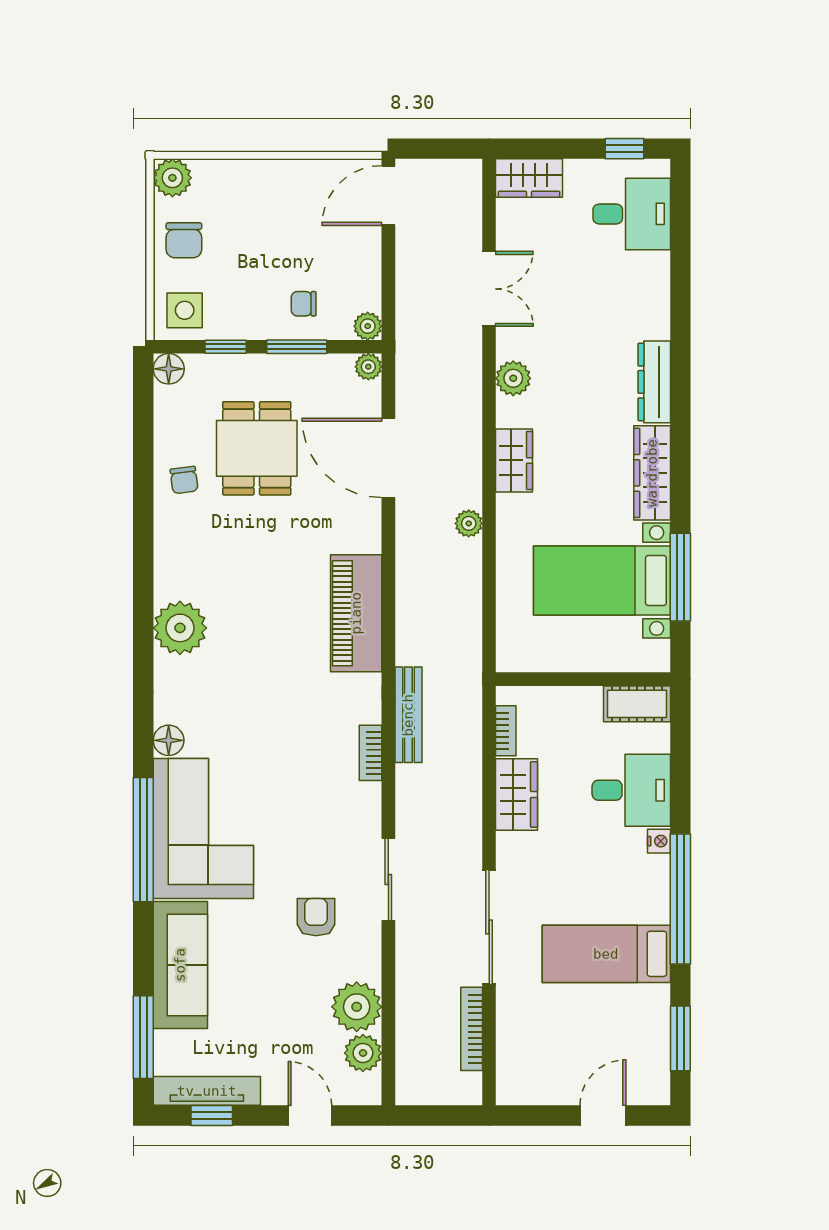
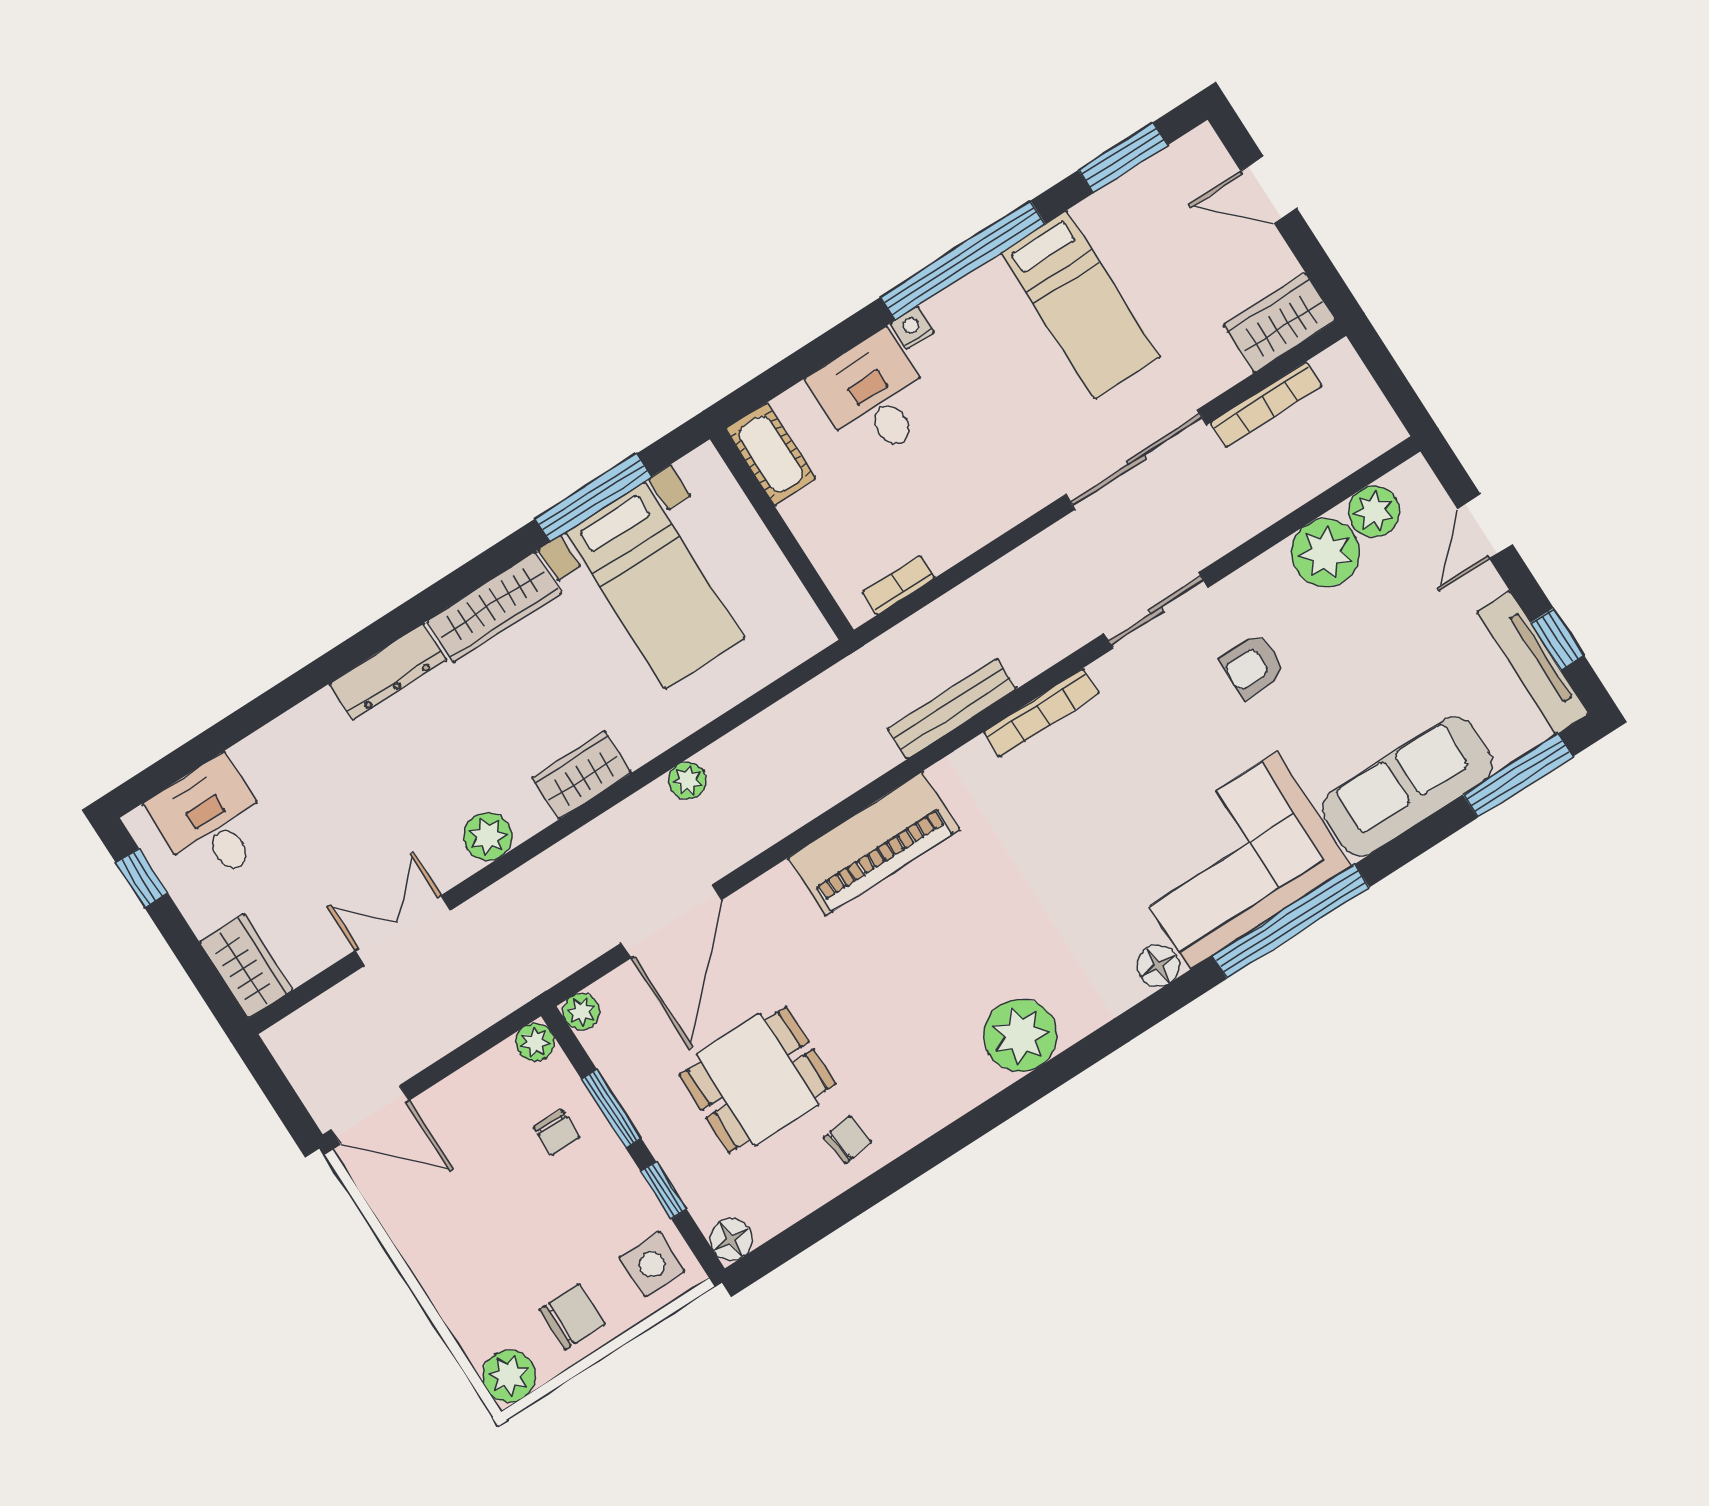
bookcase: (370, 753) -> (1041, 713), width x1.56
wardrobe: (516, 794) -> (1280, 323), moved

